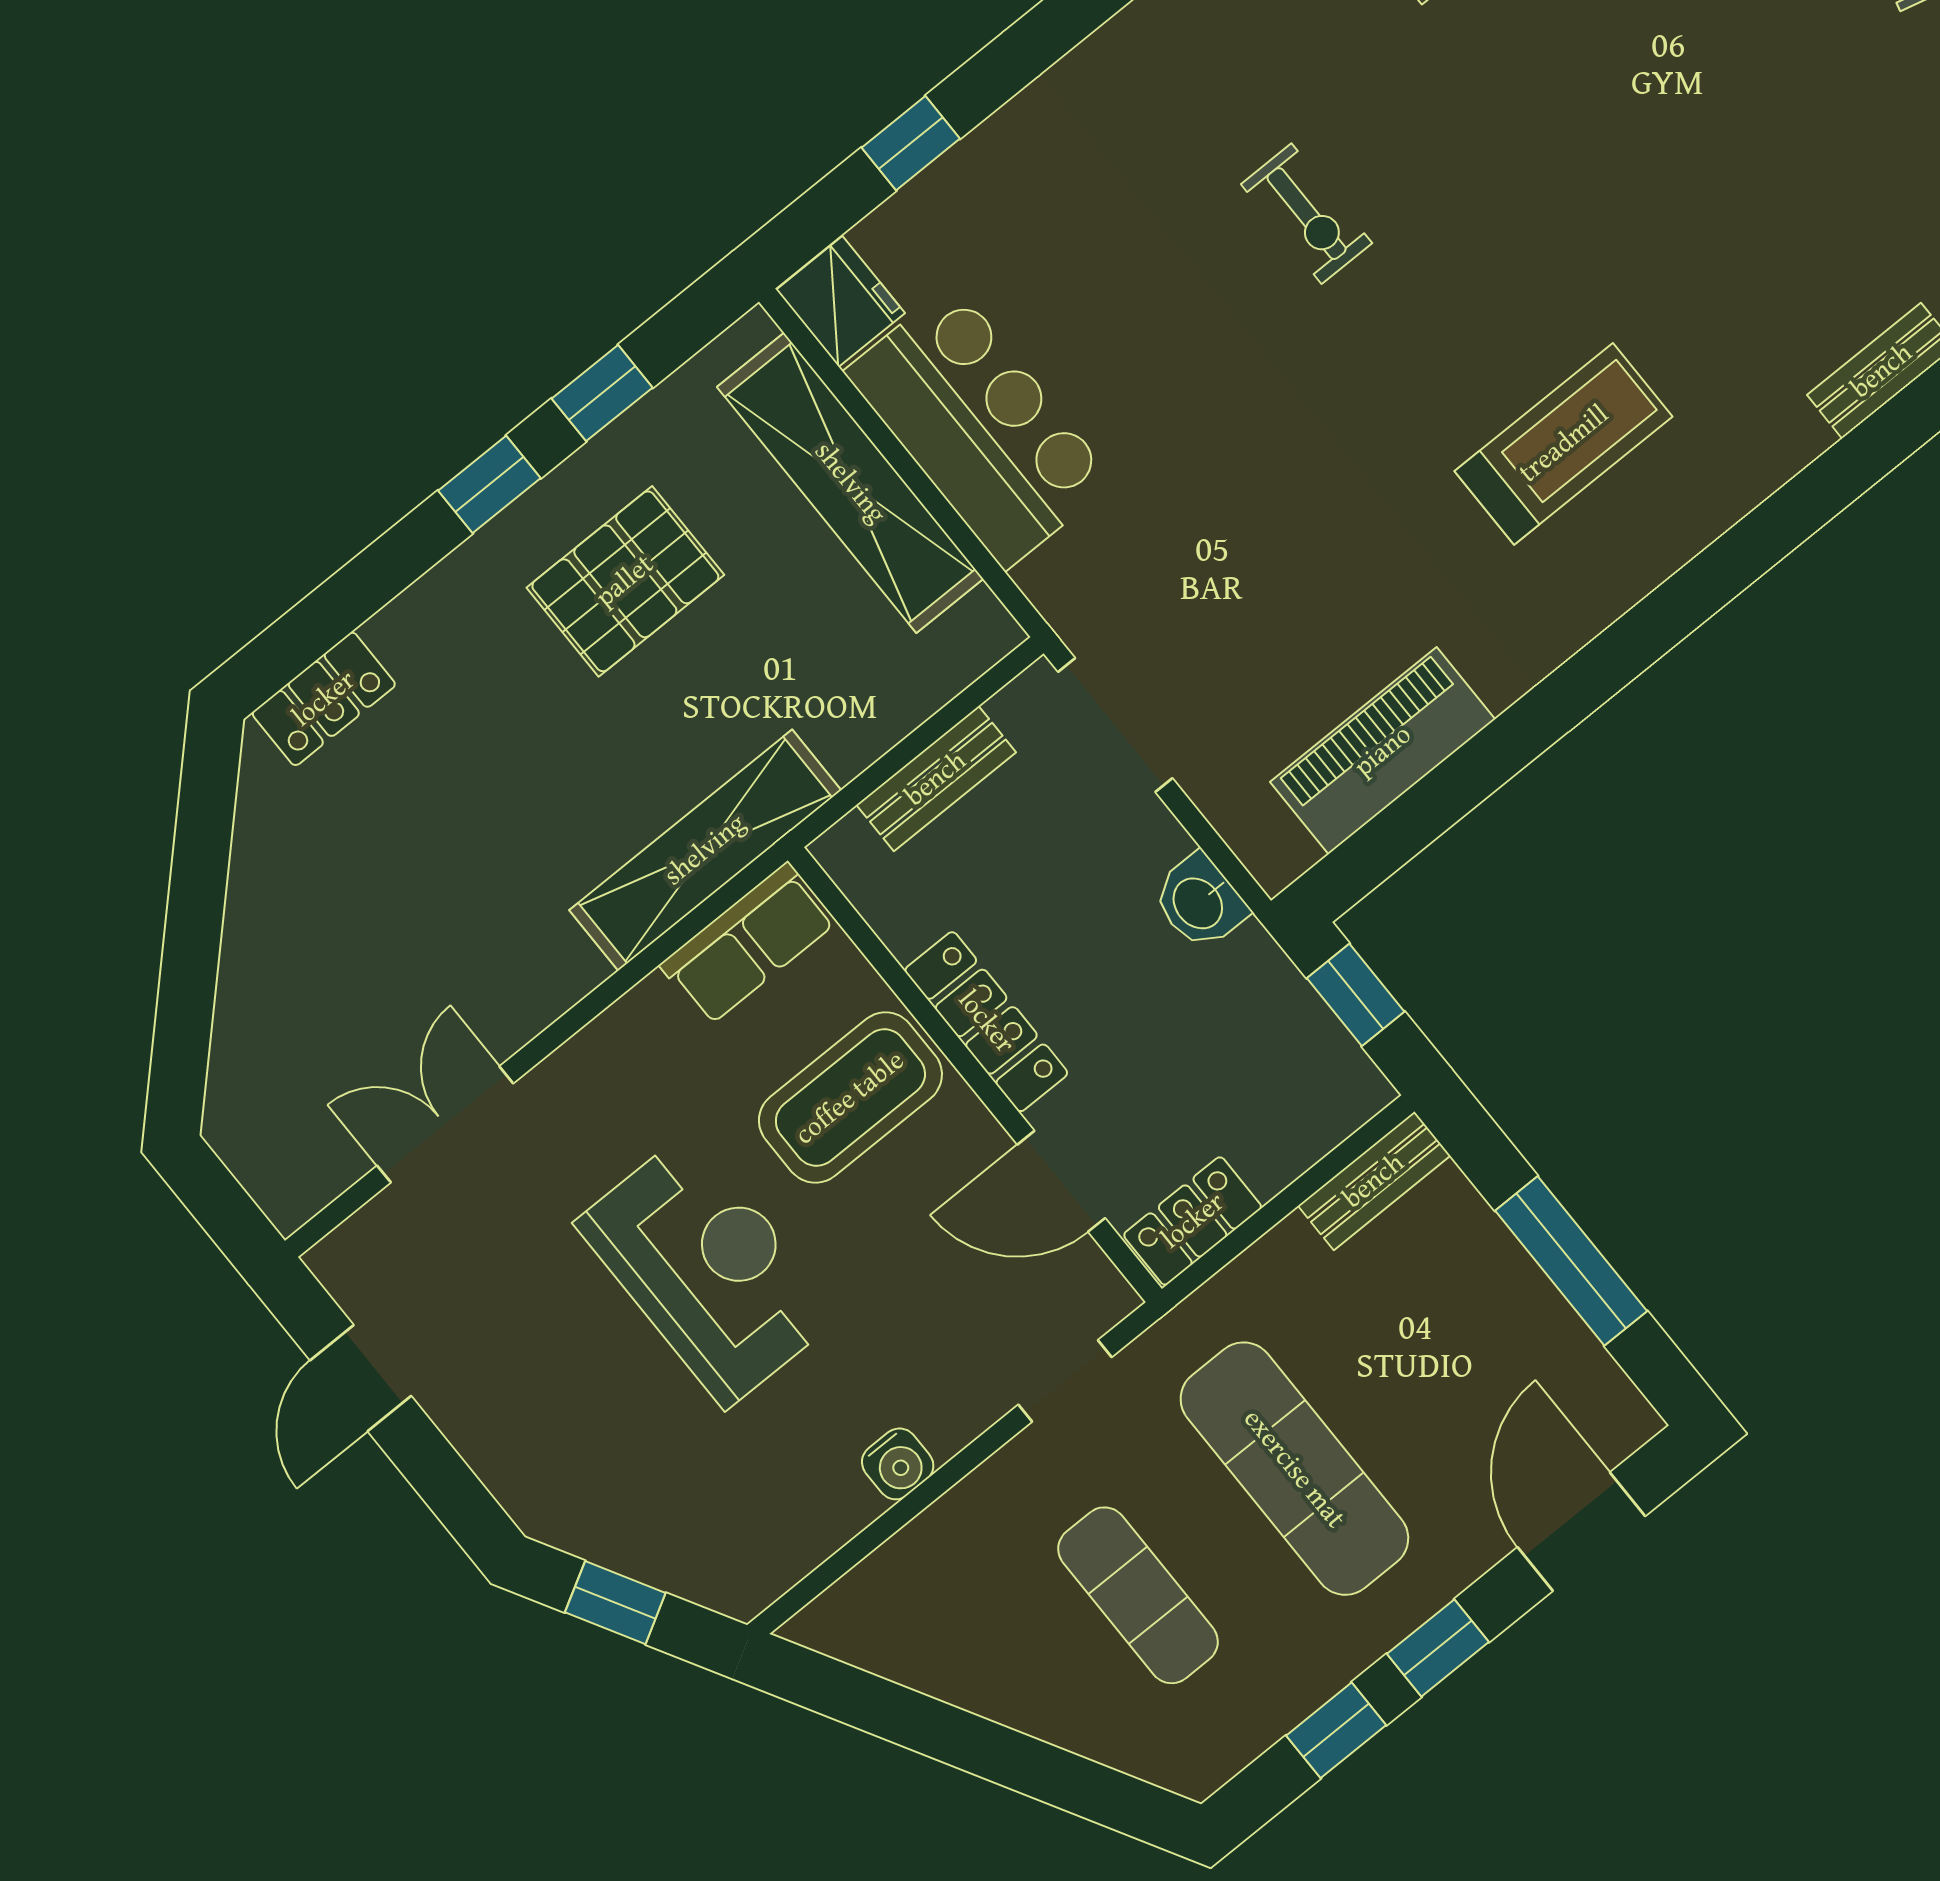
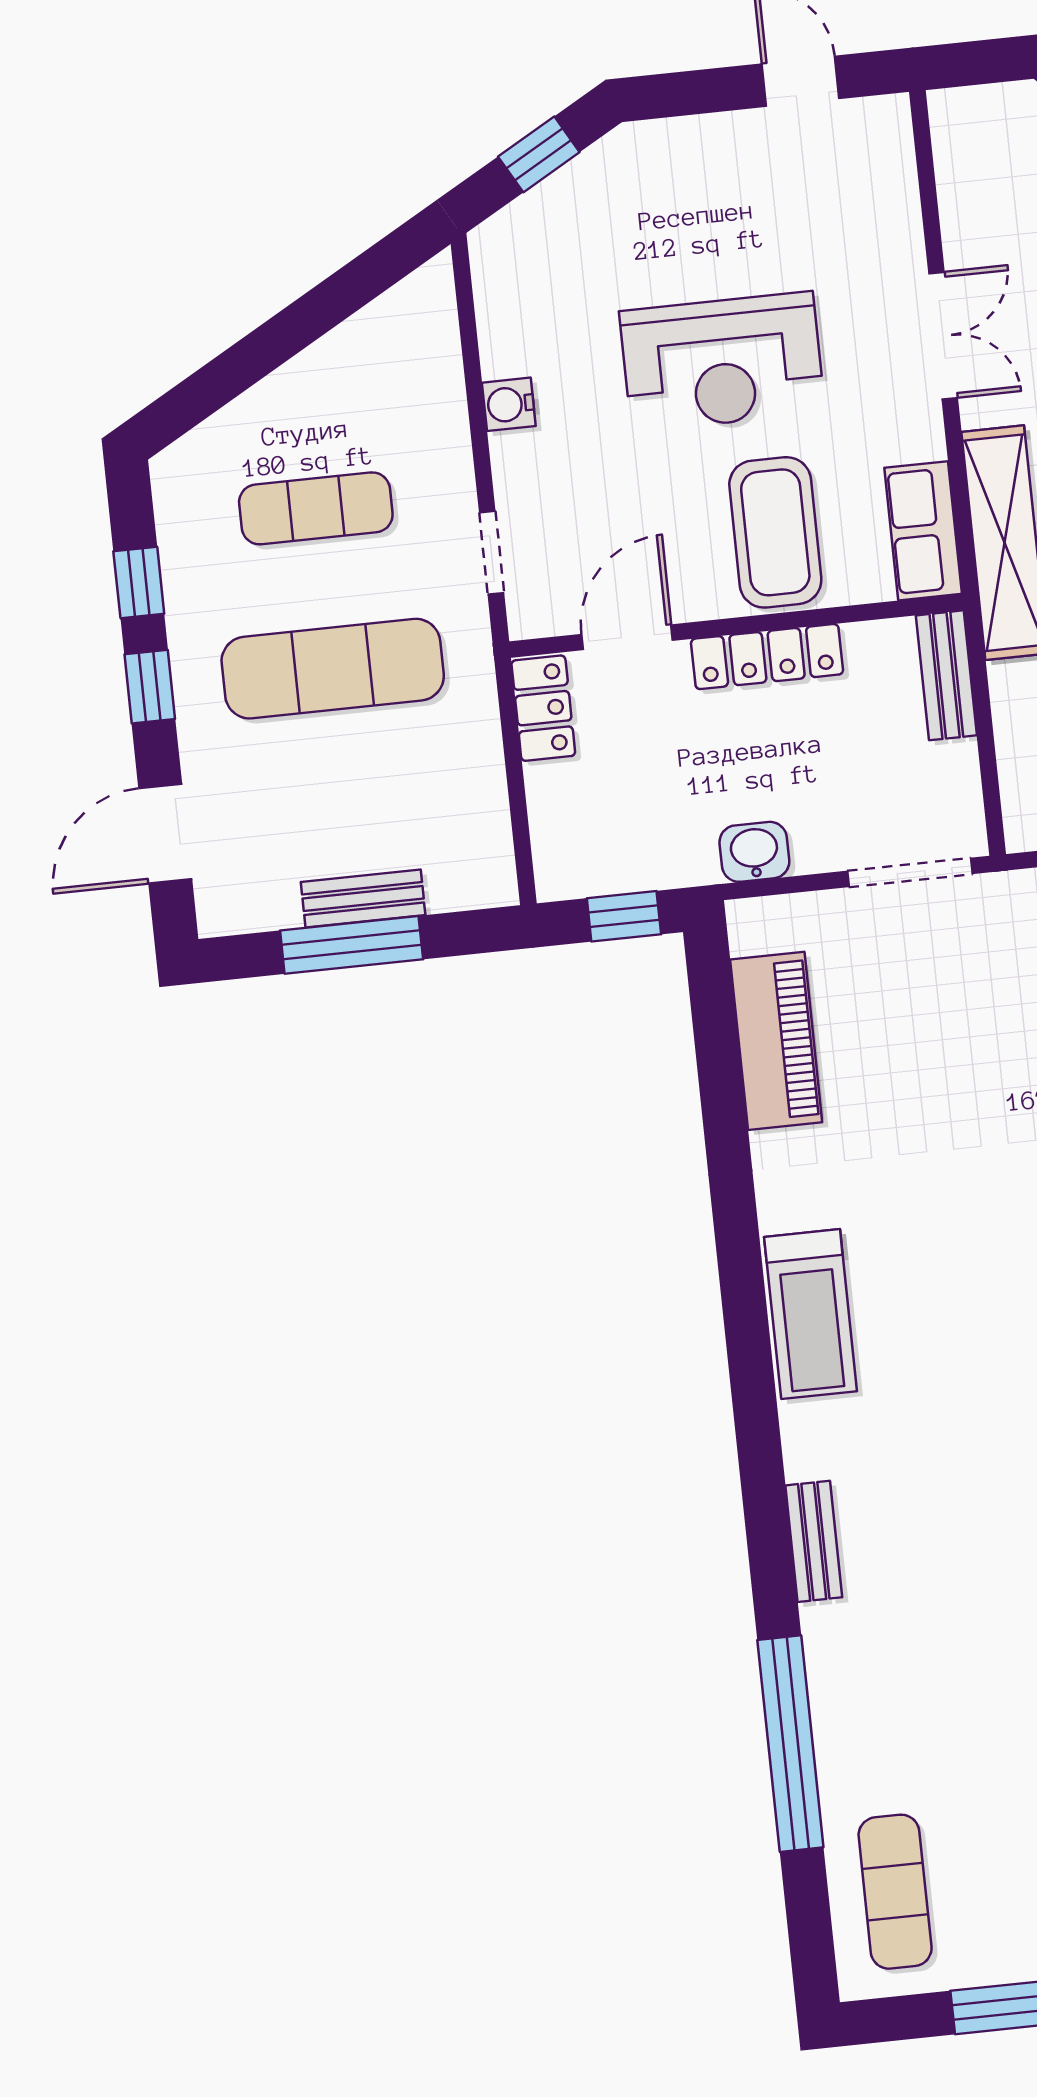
treadmill: (1564, 444) -> (811, 1314), moved
bench: (936, 779) -> (946, 675), moved
double door: (445, 1124) -> (943, 336), moved
bench: (1374, 1181) -> (363, 898), moved, turned 90
door: (1581, 1532) -> (165, 834), swing flipped

